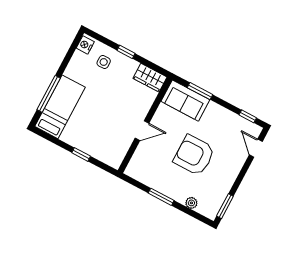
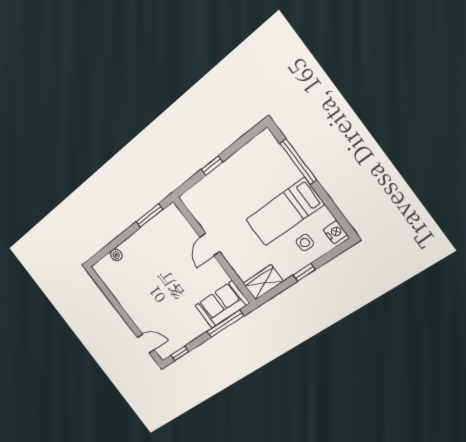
window: (200, 91) -> (225, 324), width x1.44
bed: (60, 107) -> (284, 212), moved, turned 90
armchair: (194, 155) -> (162, 283), removed
window: (161, 197) -> (149, 216), moved
window: (225, 206) -> (101, 285), removed

